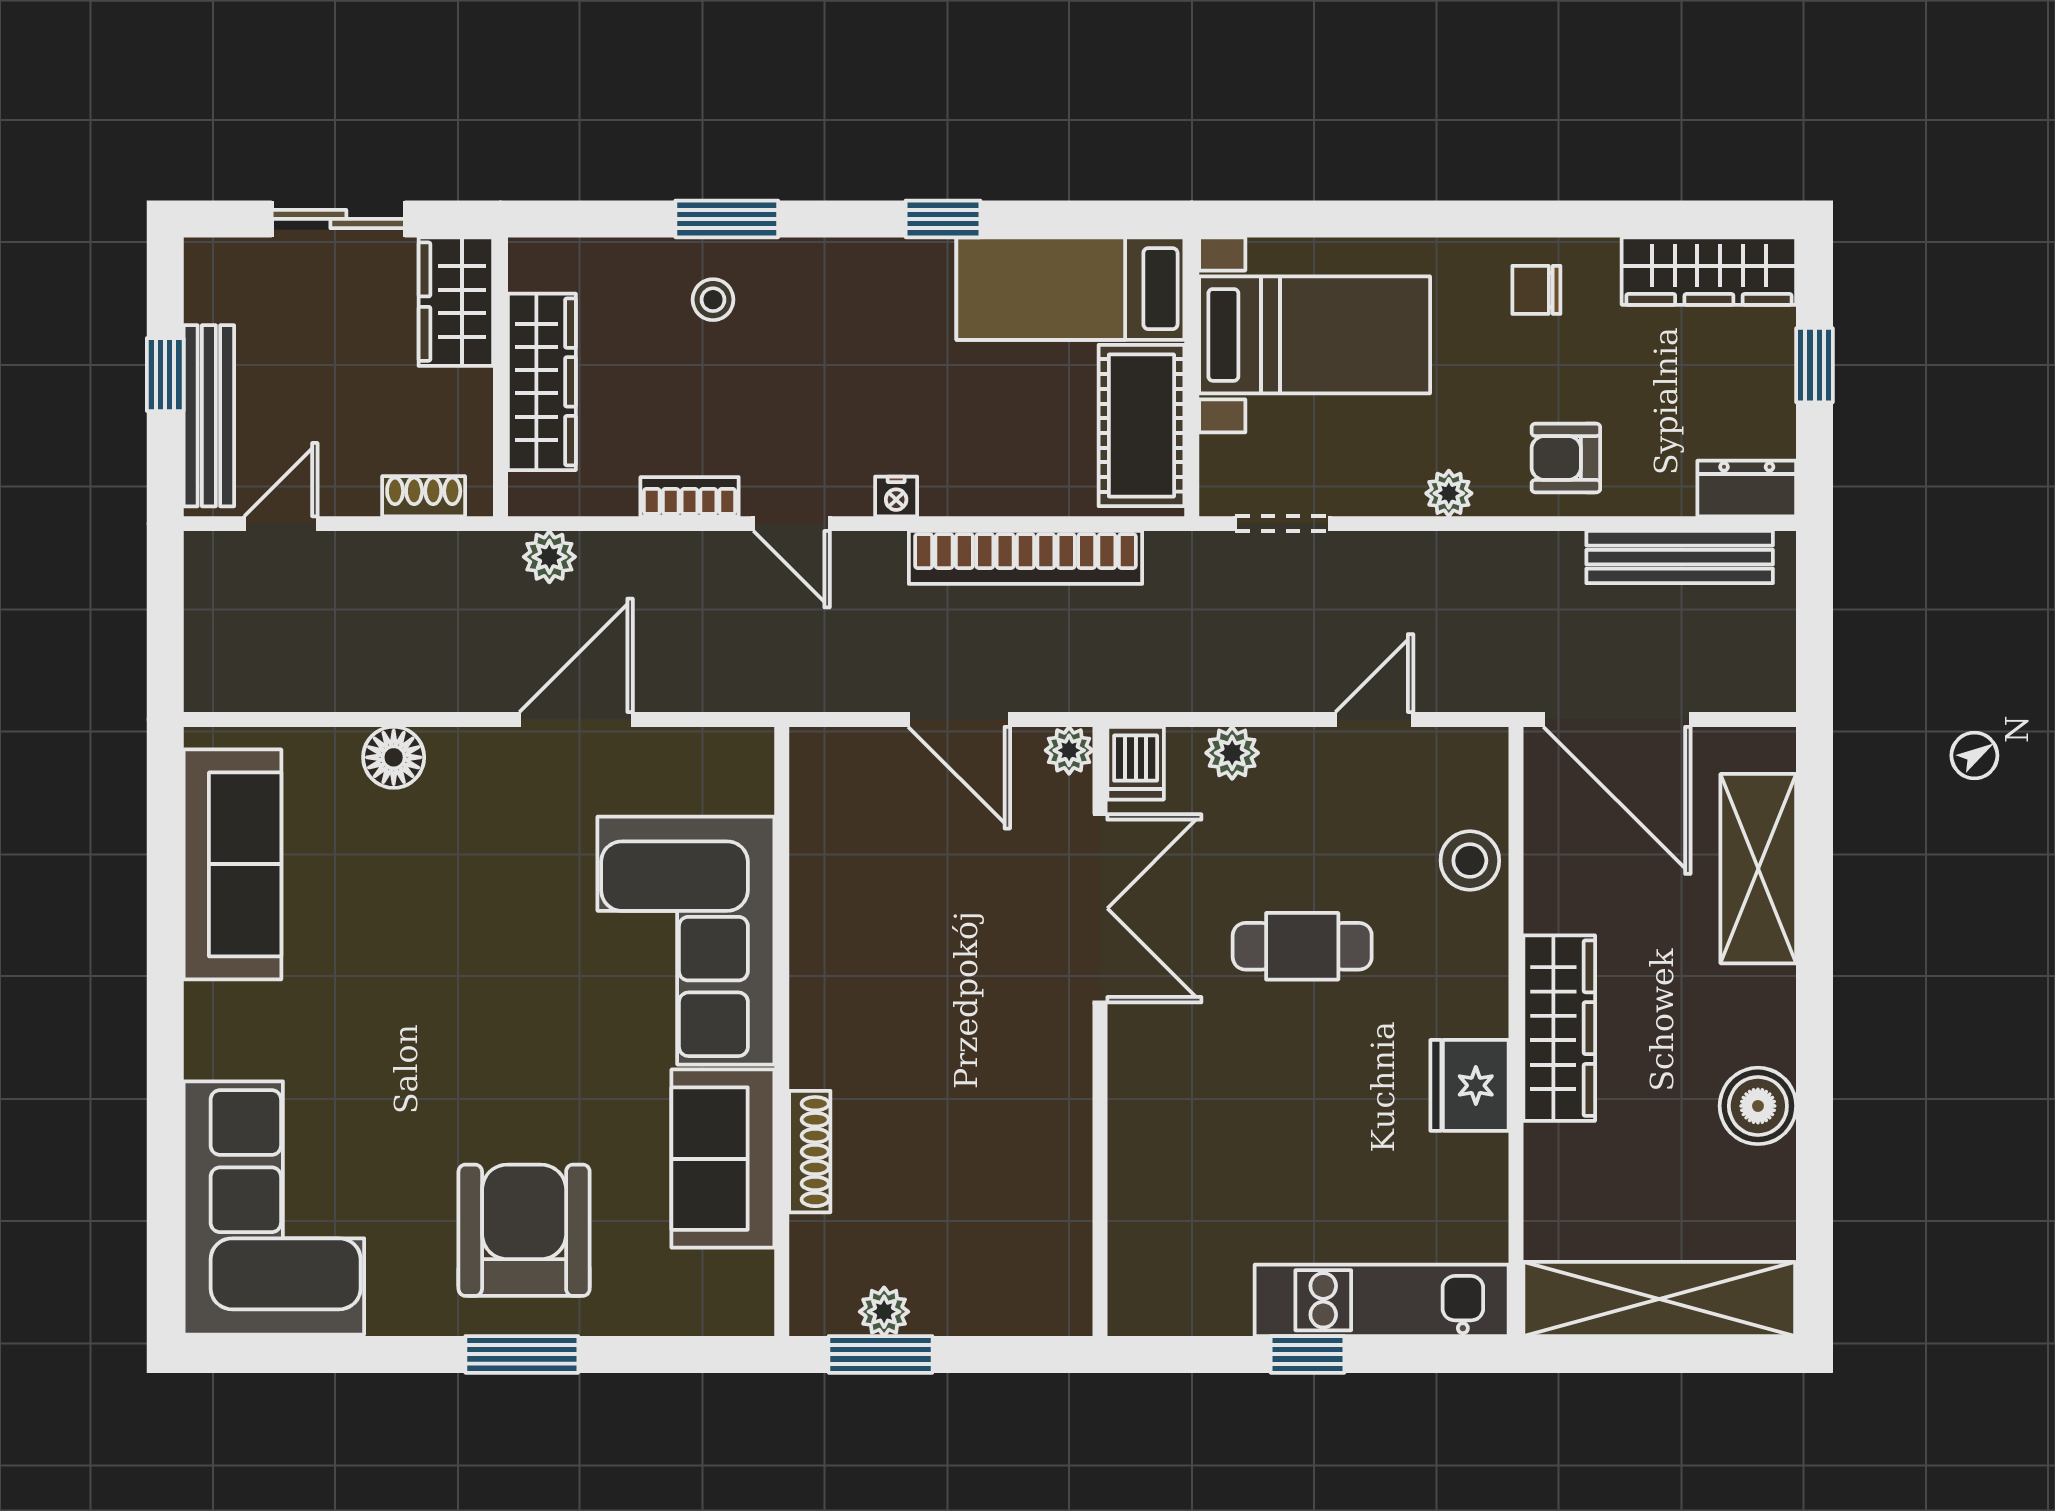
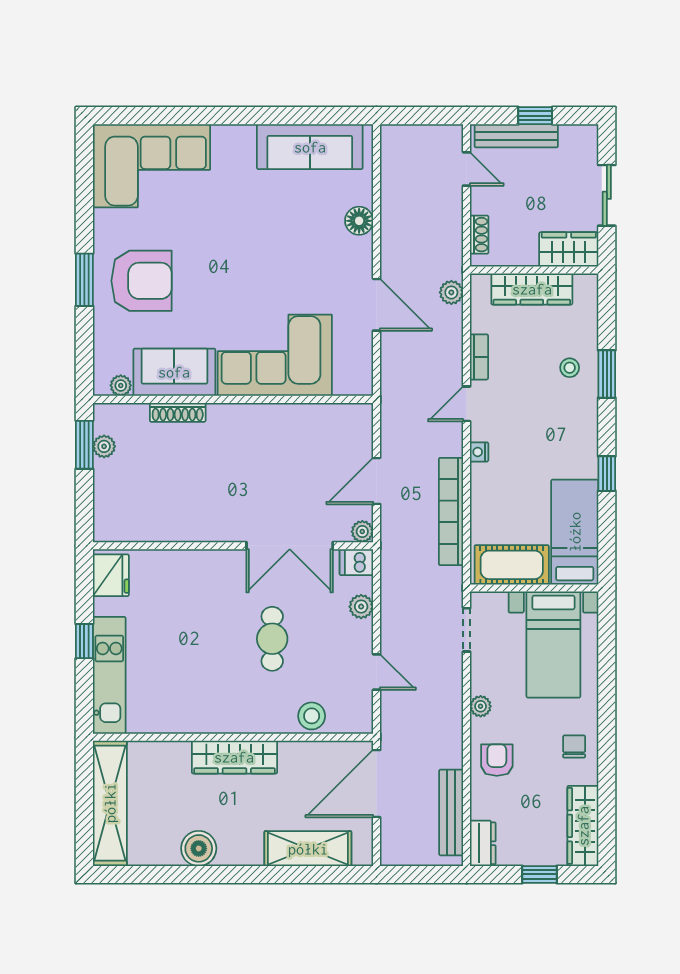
fridge: (1469, 1085) -> (111, 575), moved, turned 90
plant: (752, 1275) -> (121, 385), added

